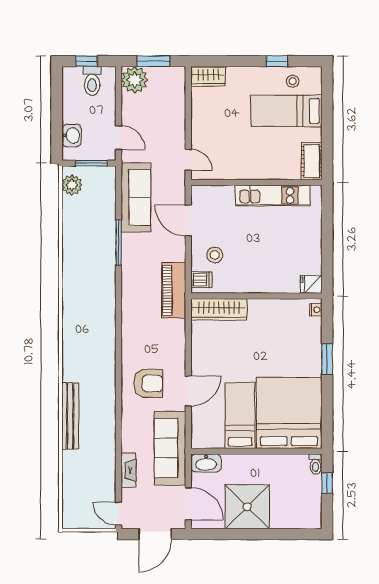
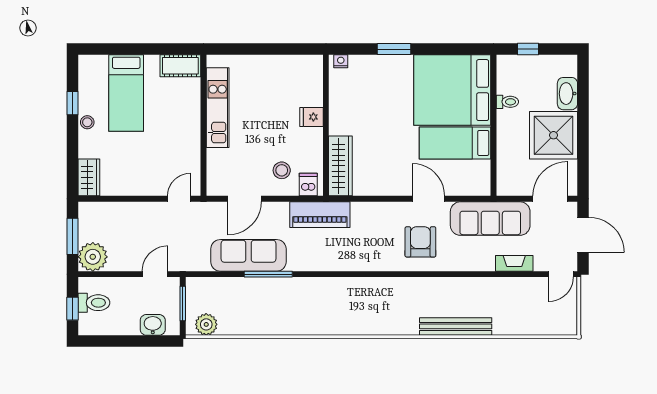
stool: (293, 81) -> (87, 122), moved
sofa: (136, 197) -> (248, 255), moved
fridge: (311, 284) -> (312, 117), moved, turned 90
washbasin: (206, 463) -> (567, 94), moved, turned 180
toilet: (316, 464) -> (507, 102), moved

